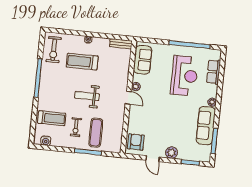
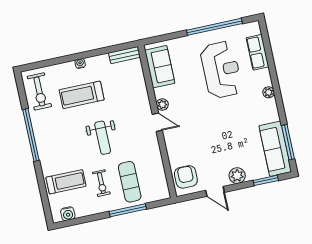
weight bench: (87, 96) -> (103, 138), turned -90
sofa: (206, 126) -> (275, 149), moved

